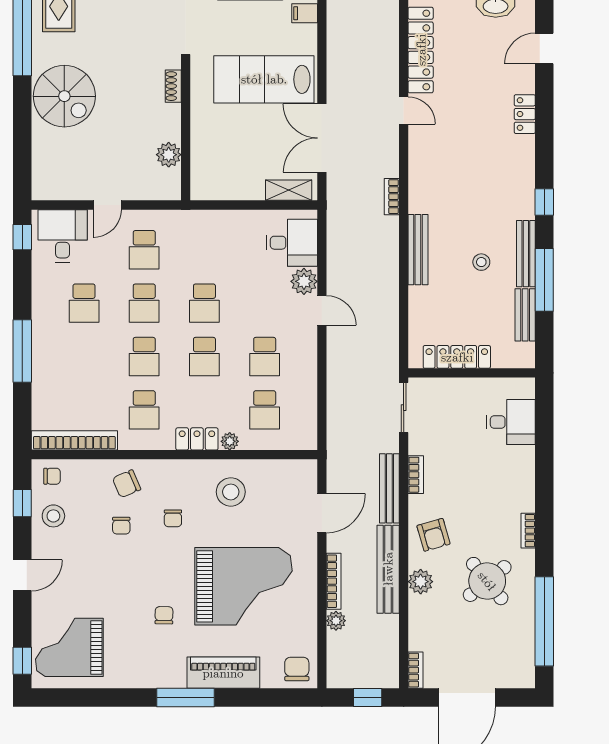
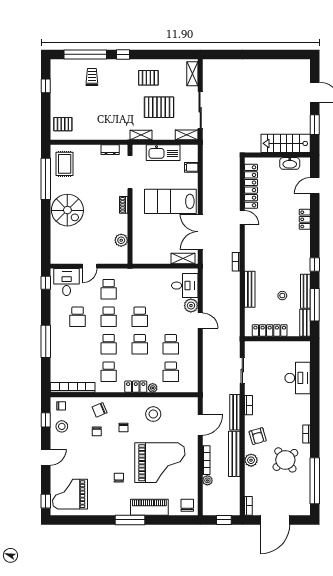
locker: (457, 357) -> (270, 330), moved
wall: (472, 373) -> (277, 339), moved
desk: (511, 422) -> (298, 378), width x1.37

